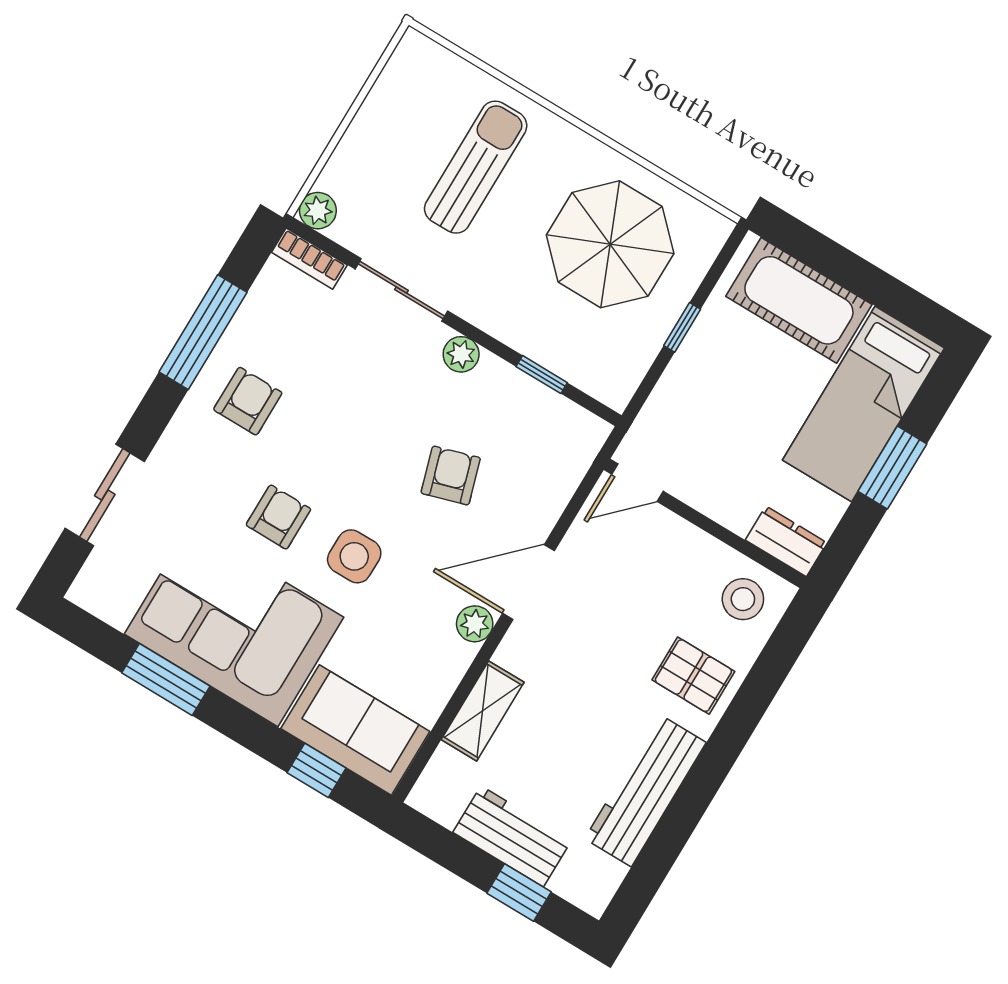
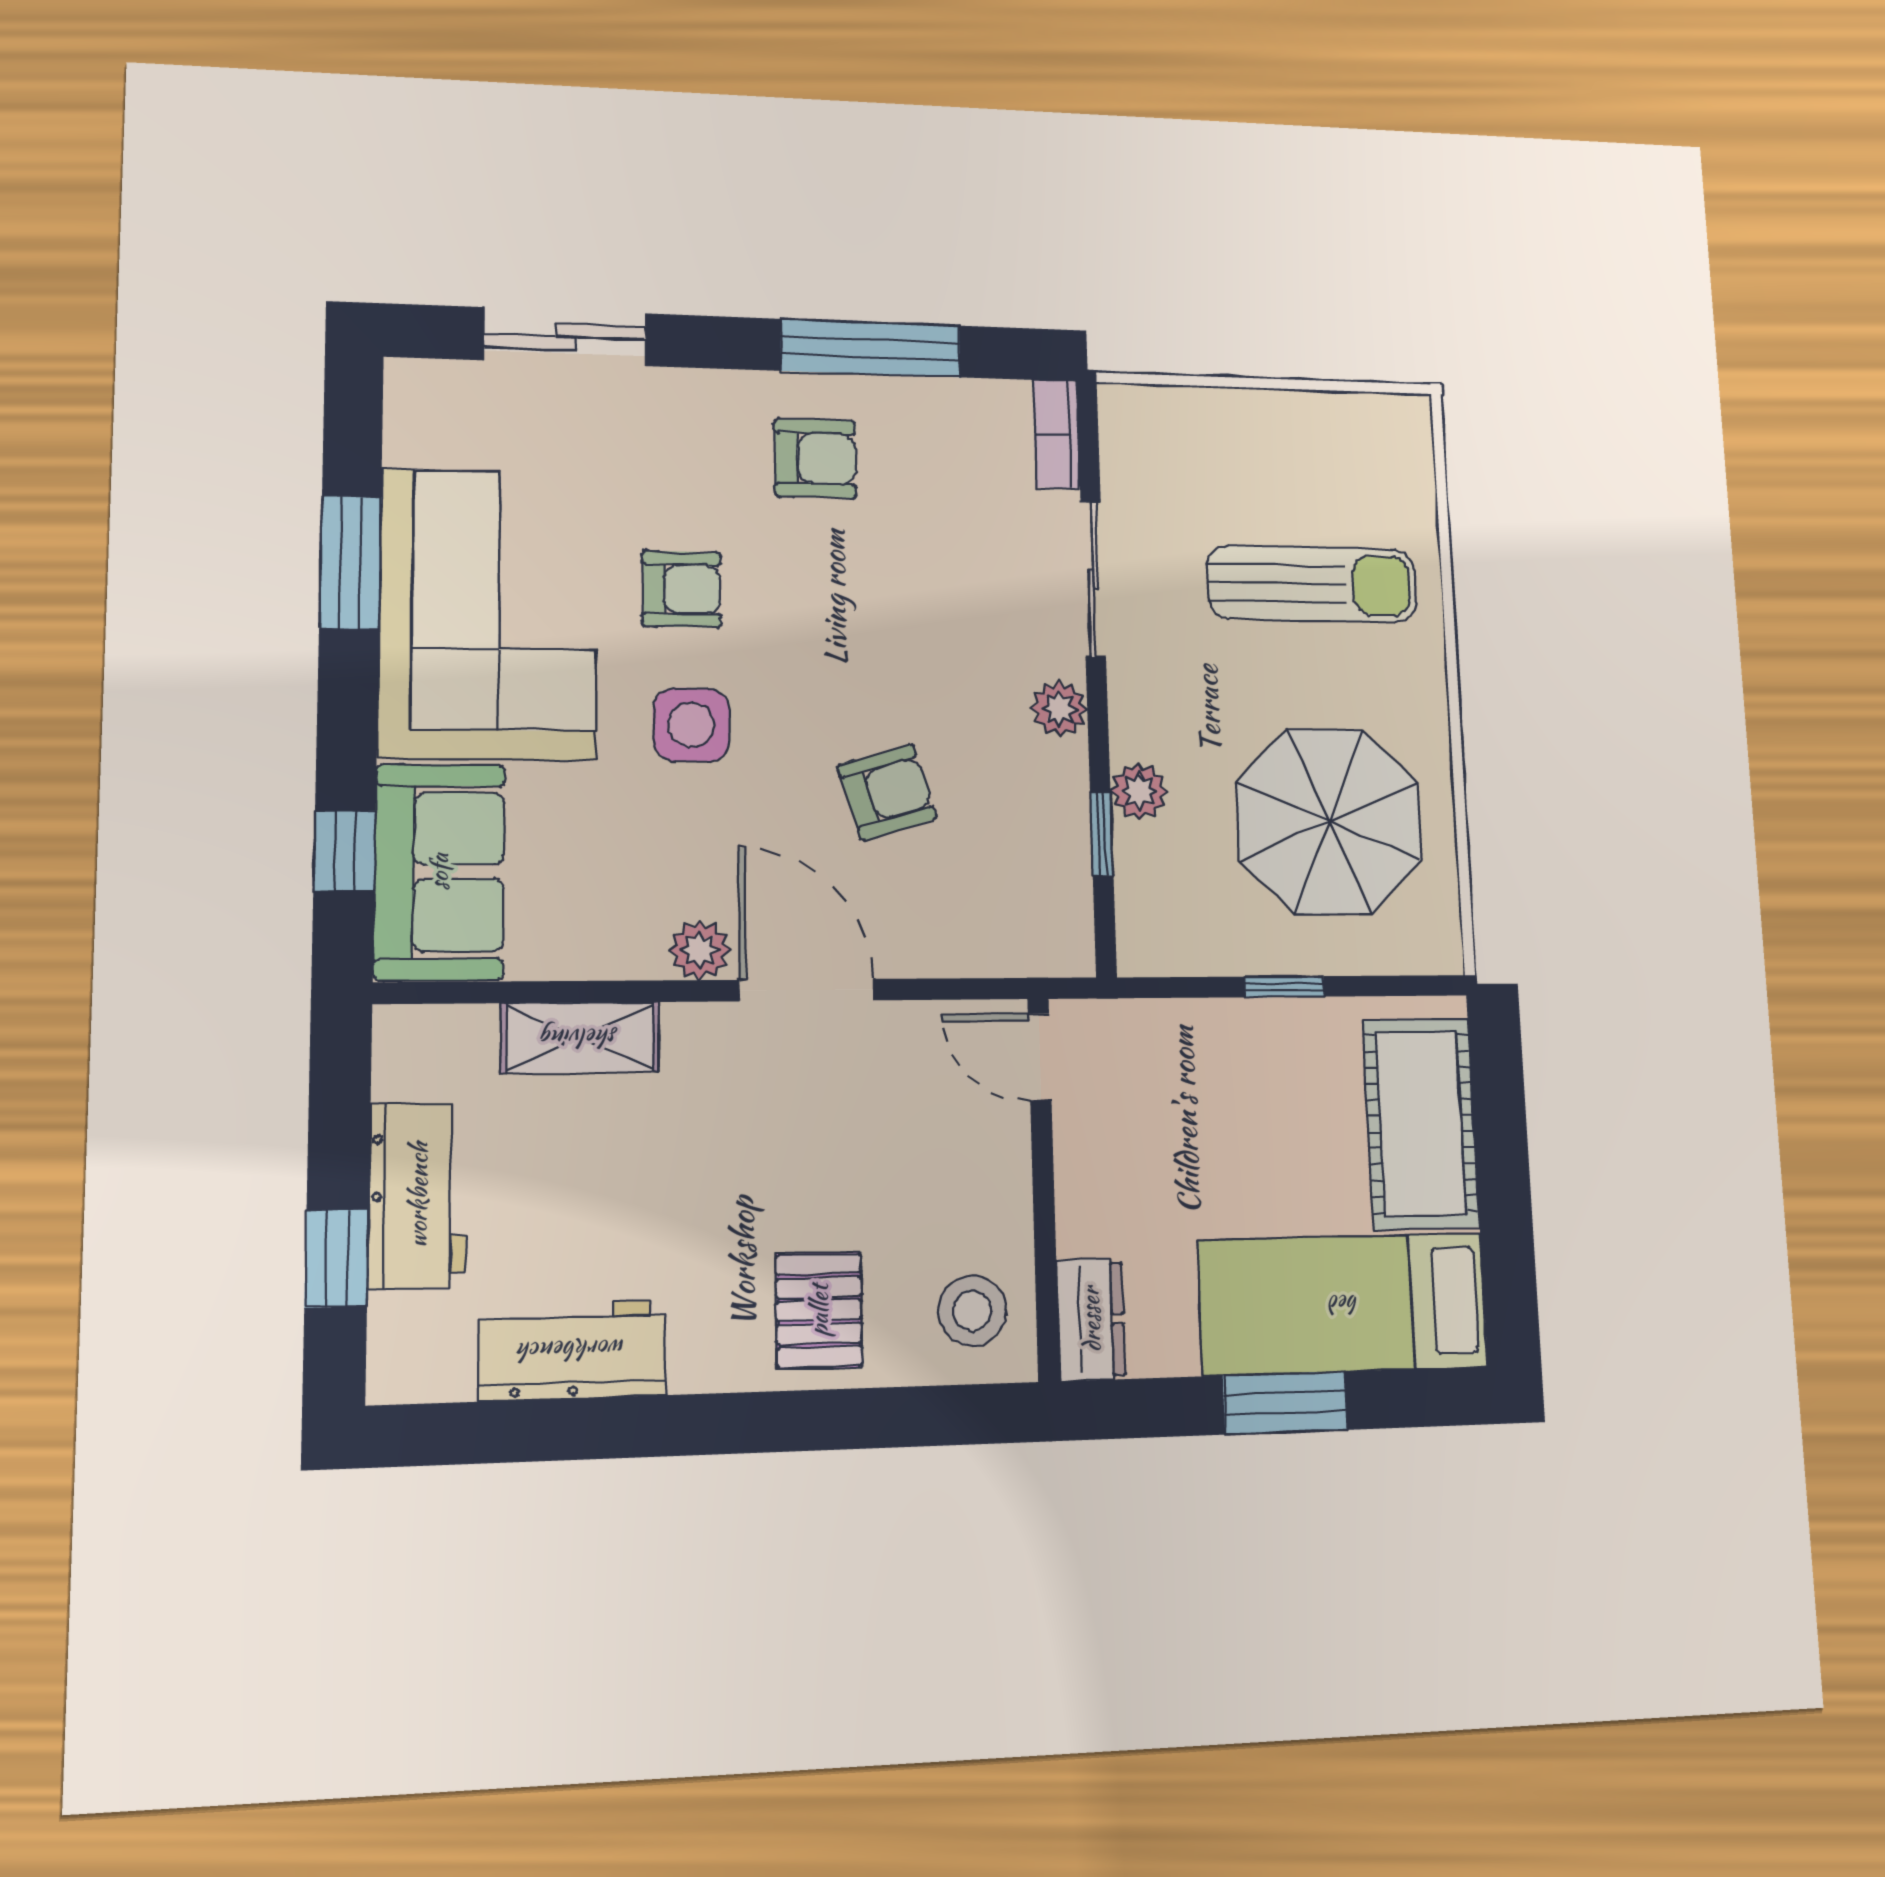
plant: (318, 211) -> (1139, 791), moved
workbench: (645, 791) -> (572, 1350), width x0.73

